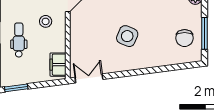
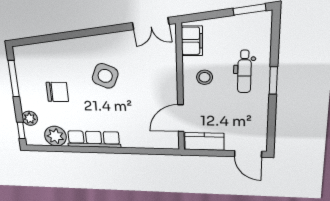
stool: (46, 21) -> (205, 77), moved
chair: (185, 38) -> (57, 92), moved, turned 90

